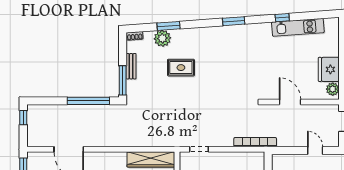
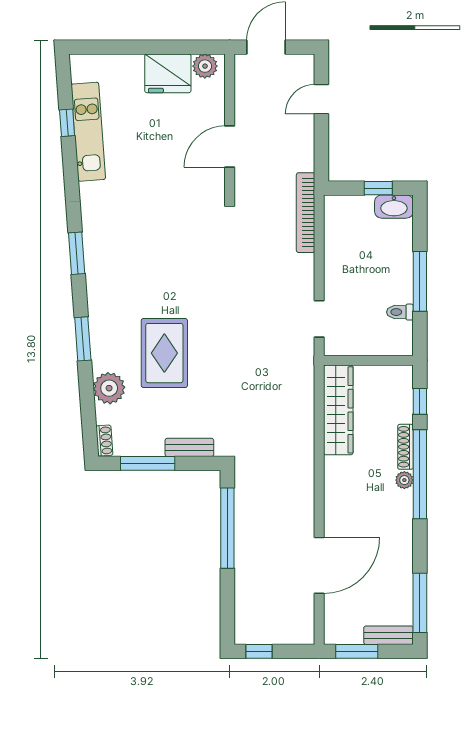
window: (282, 18) -> (67, 123), moved
window: (169, 26) -> (83, 339), moved
bench: (131, 66) -> (189, 447), moved
rug: (181, 68) -> (164, 353), width x1.36, depth x1.43
window: (123, 80) -> (148, 463), moved

